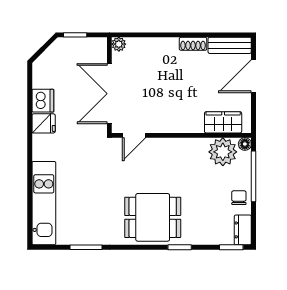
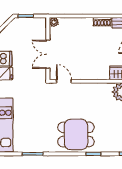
double door: (109, 94) -> (48, 54), width x0.73
door: (134, 135) -> (64, 81), swing flipped

